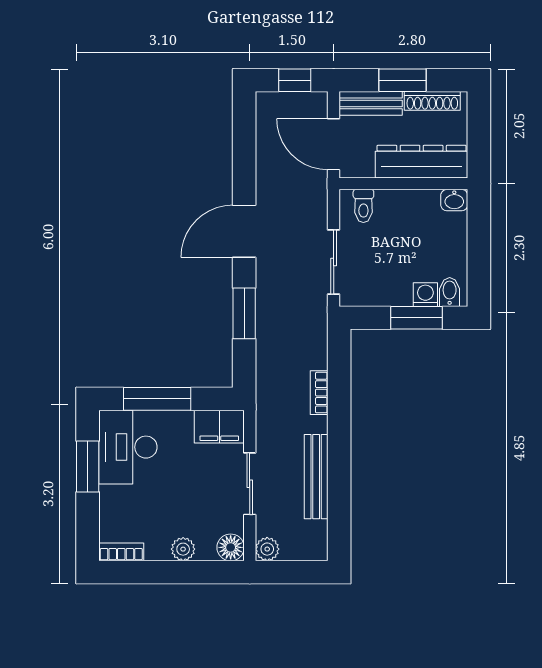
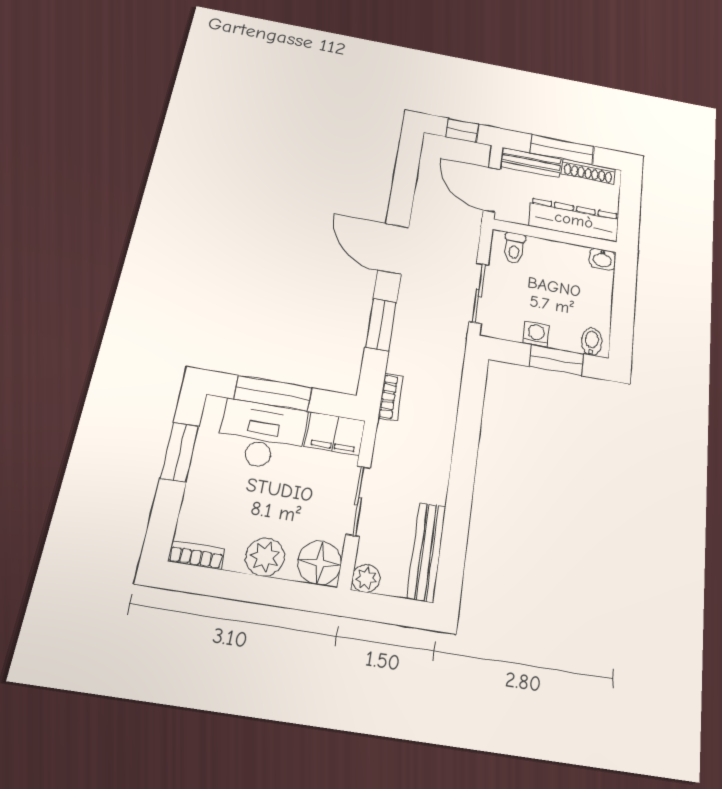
window: (402, 80) -> (562, 150), width x1.44
door: (244, 231) -> (393, 249), hinge flipped
washing machine: (425, 295) -> (536, 334), moved
bookcase: (319, 393) -> (391, 397), moved, turned 180
desk: (128, 447) -> (262, 435), moved, turned 90
bench: (316, 477) -> (427, 552), moved
floor lamp: (231, 547) -> (320, 563), width x1.38, depth x1.38
plant: (183, 549) -> (265, 557), width x1.38, depth x1.38

